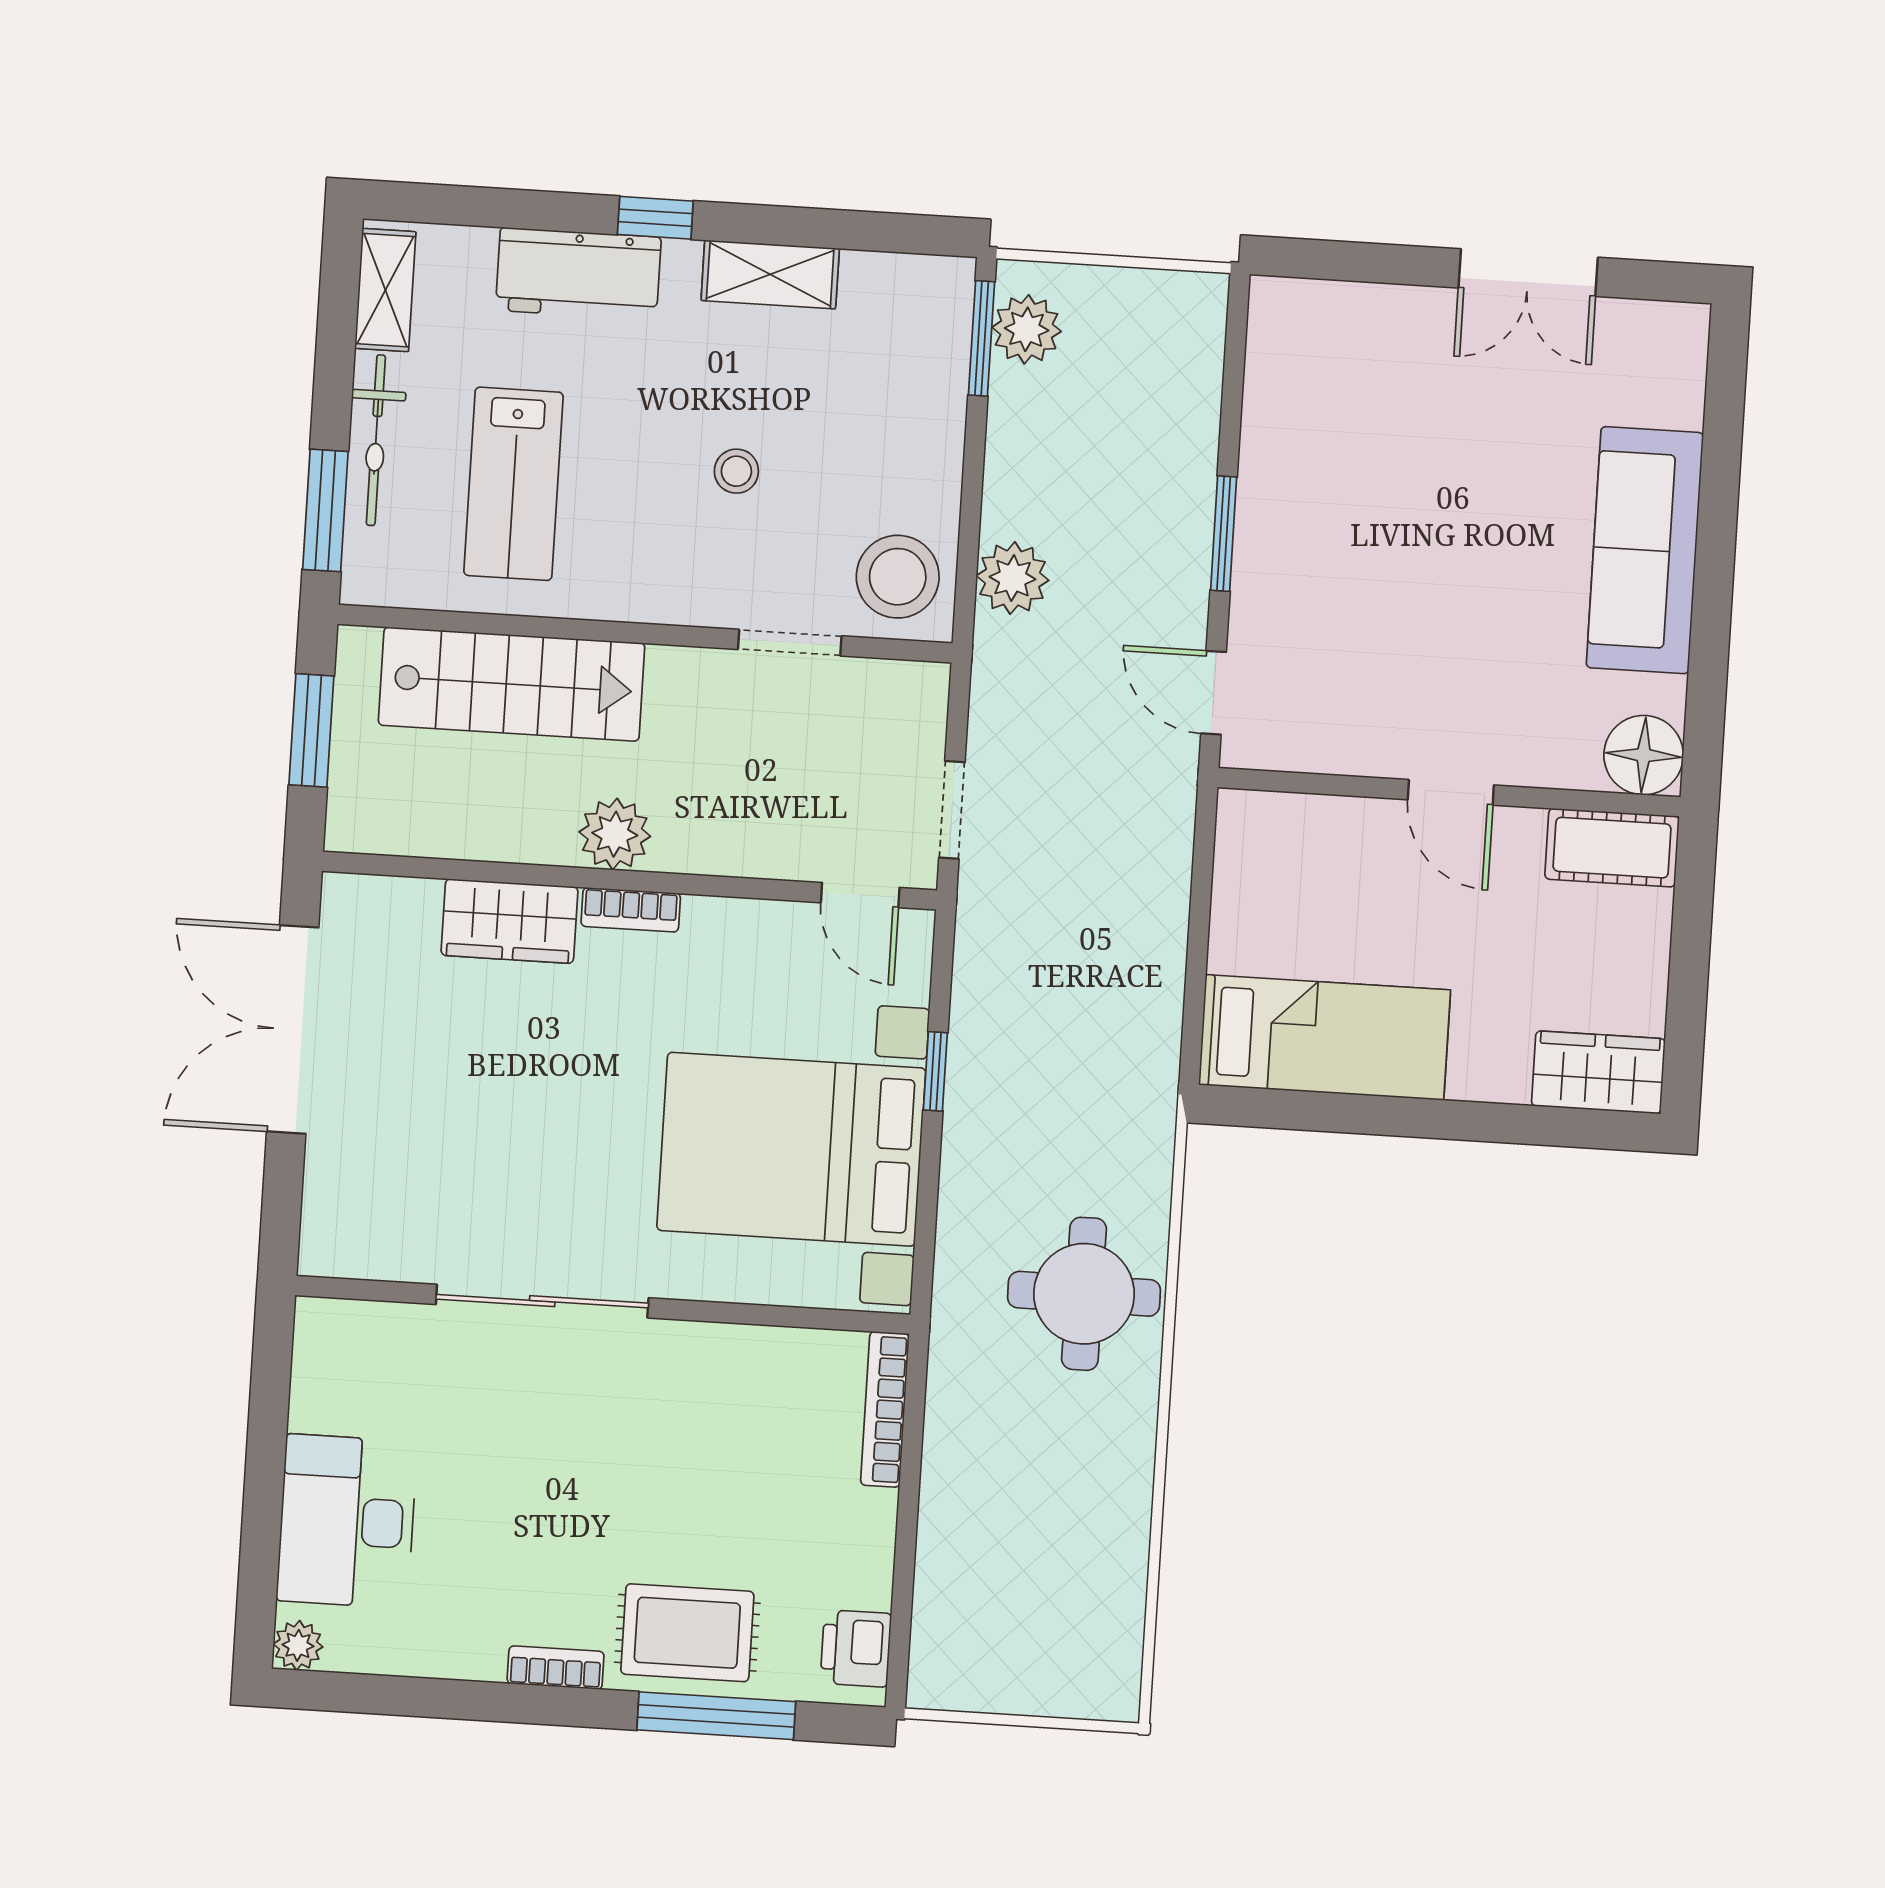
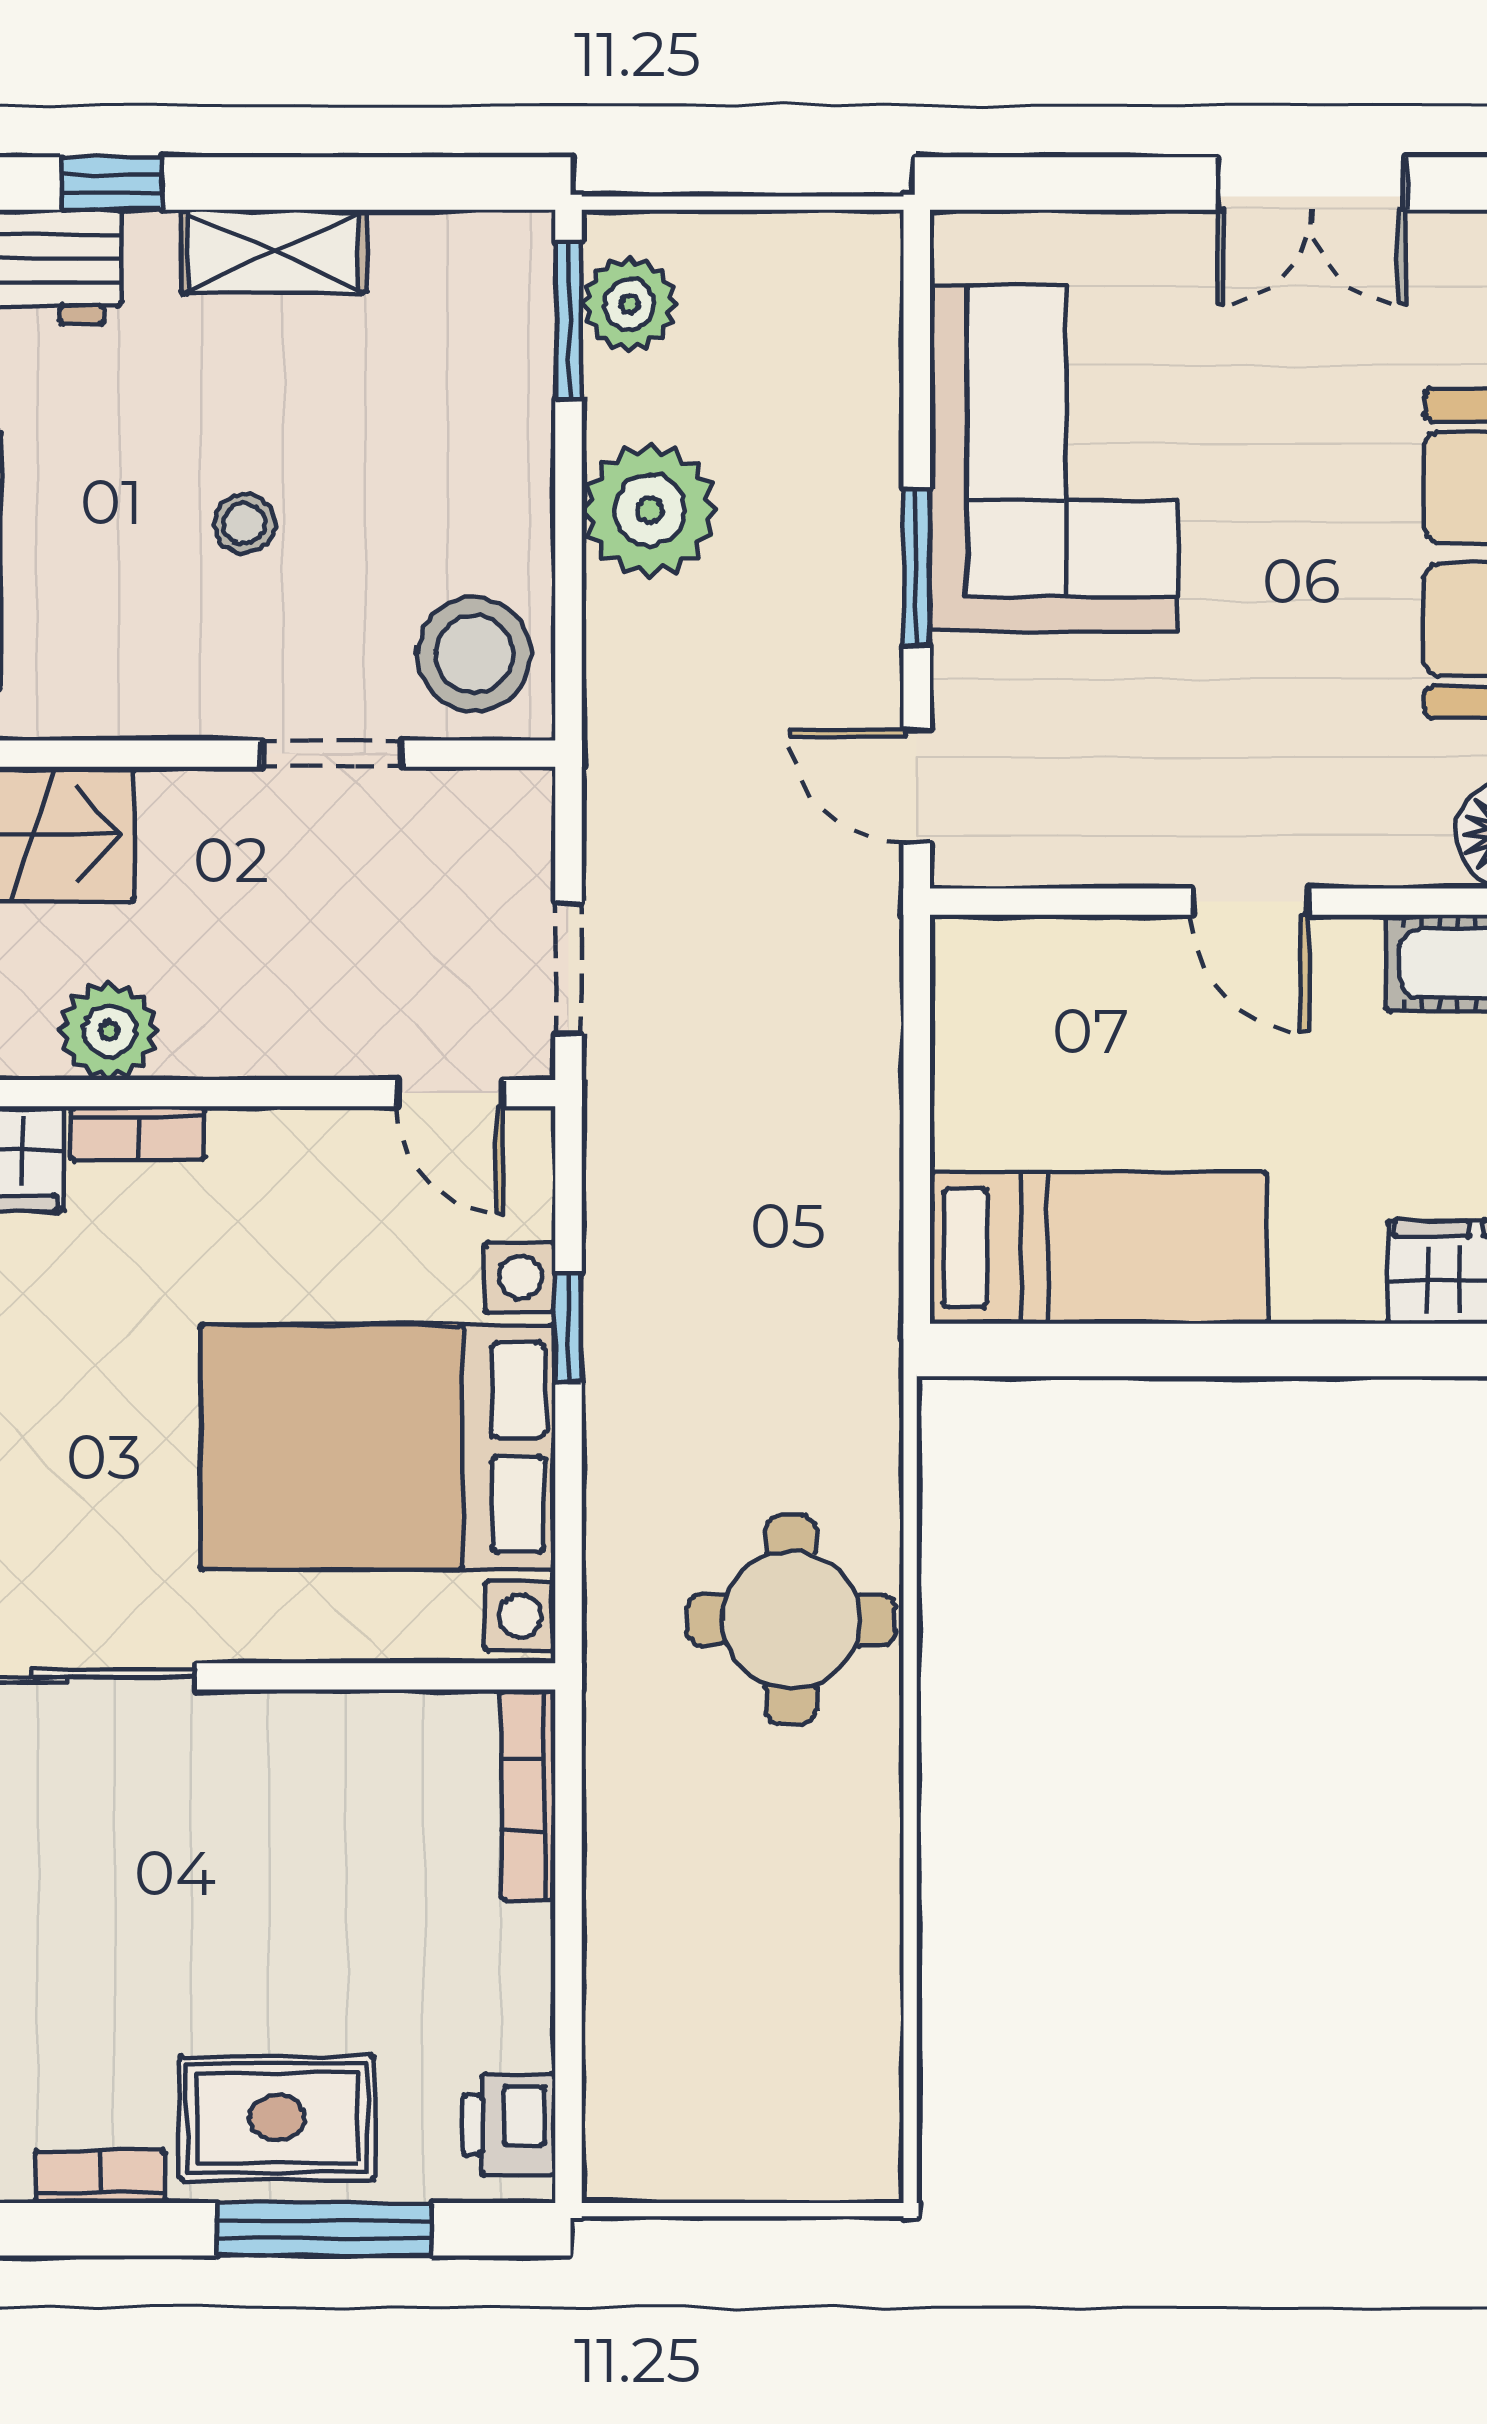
corner sofa: (1328, 461) -> (1053, 459), added
plant: (1013, 578) -> (650, 510), moved, width x1.36, depth x1.36

